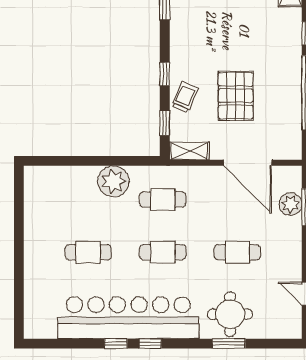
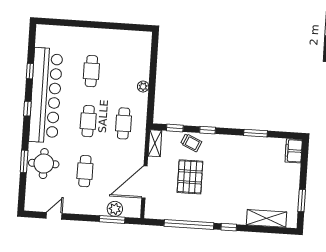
pallet: (236, 96) -> (190, 177), turned 90
plant: (113, 181) -> (143, 86), width x0.53, depth x0.53
window: (116, 344) -> (30, 71), moved

